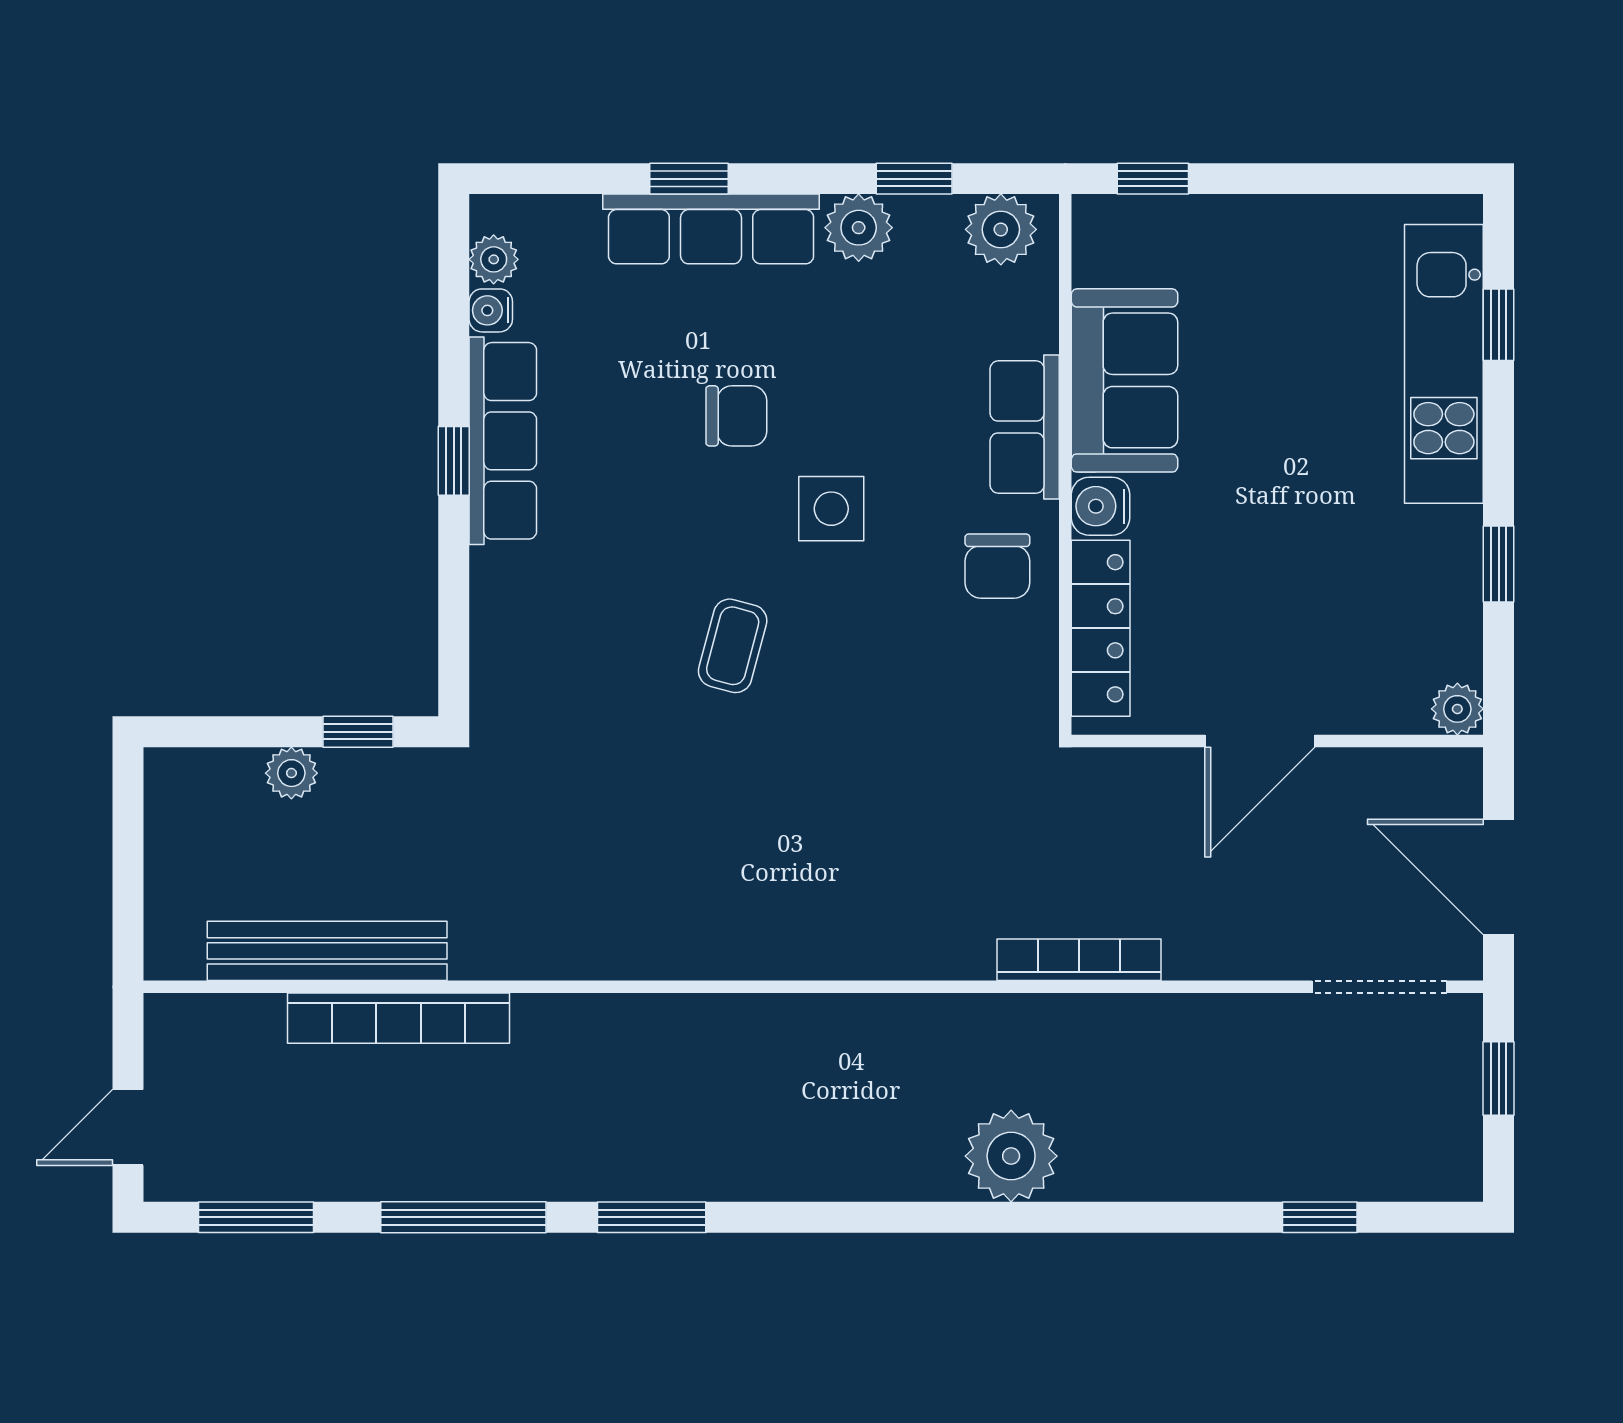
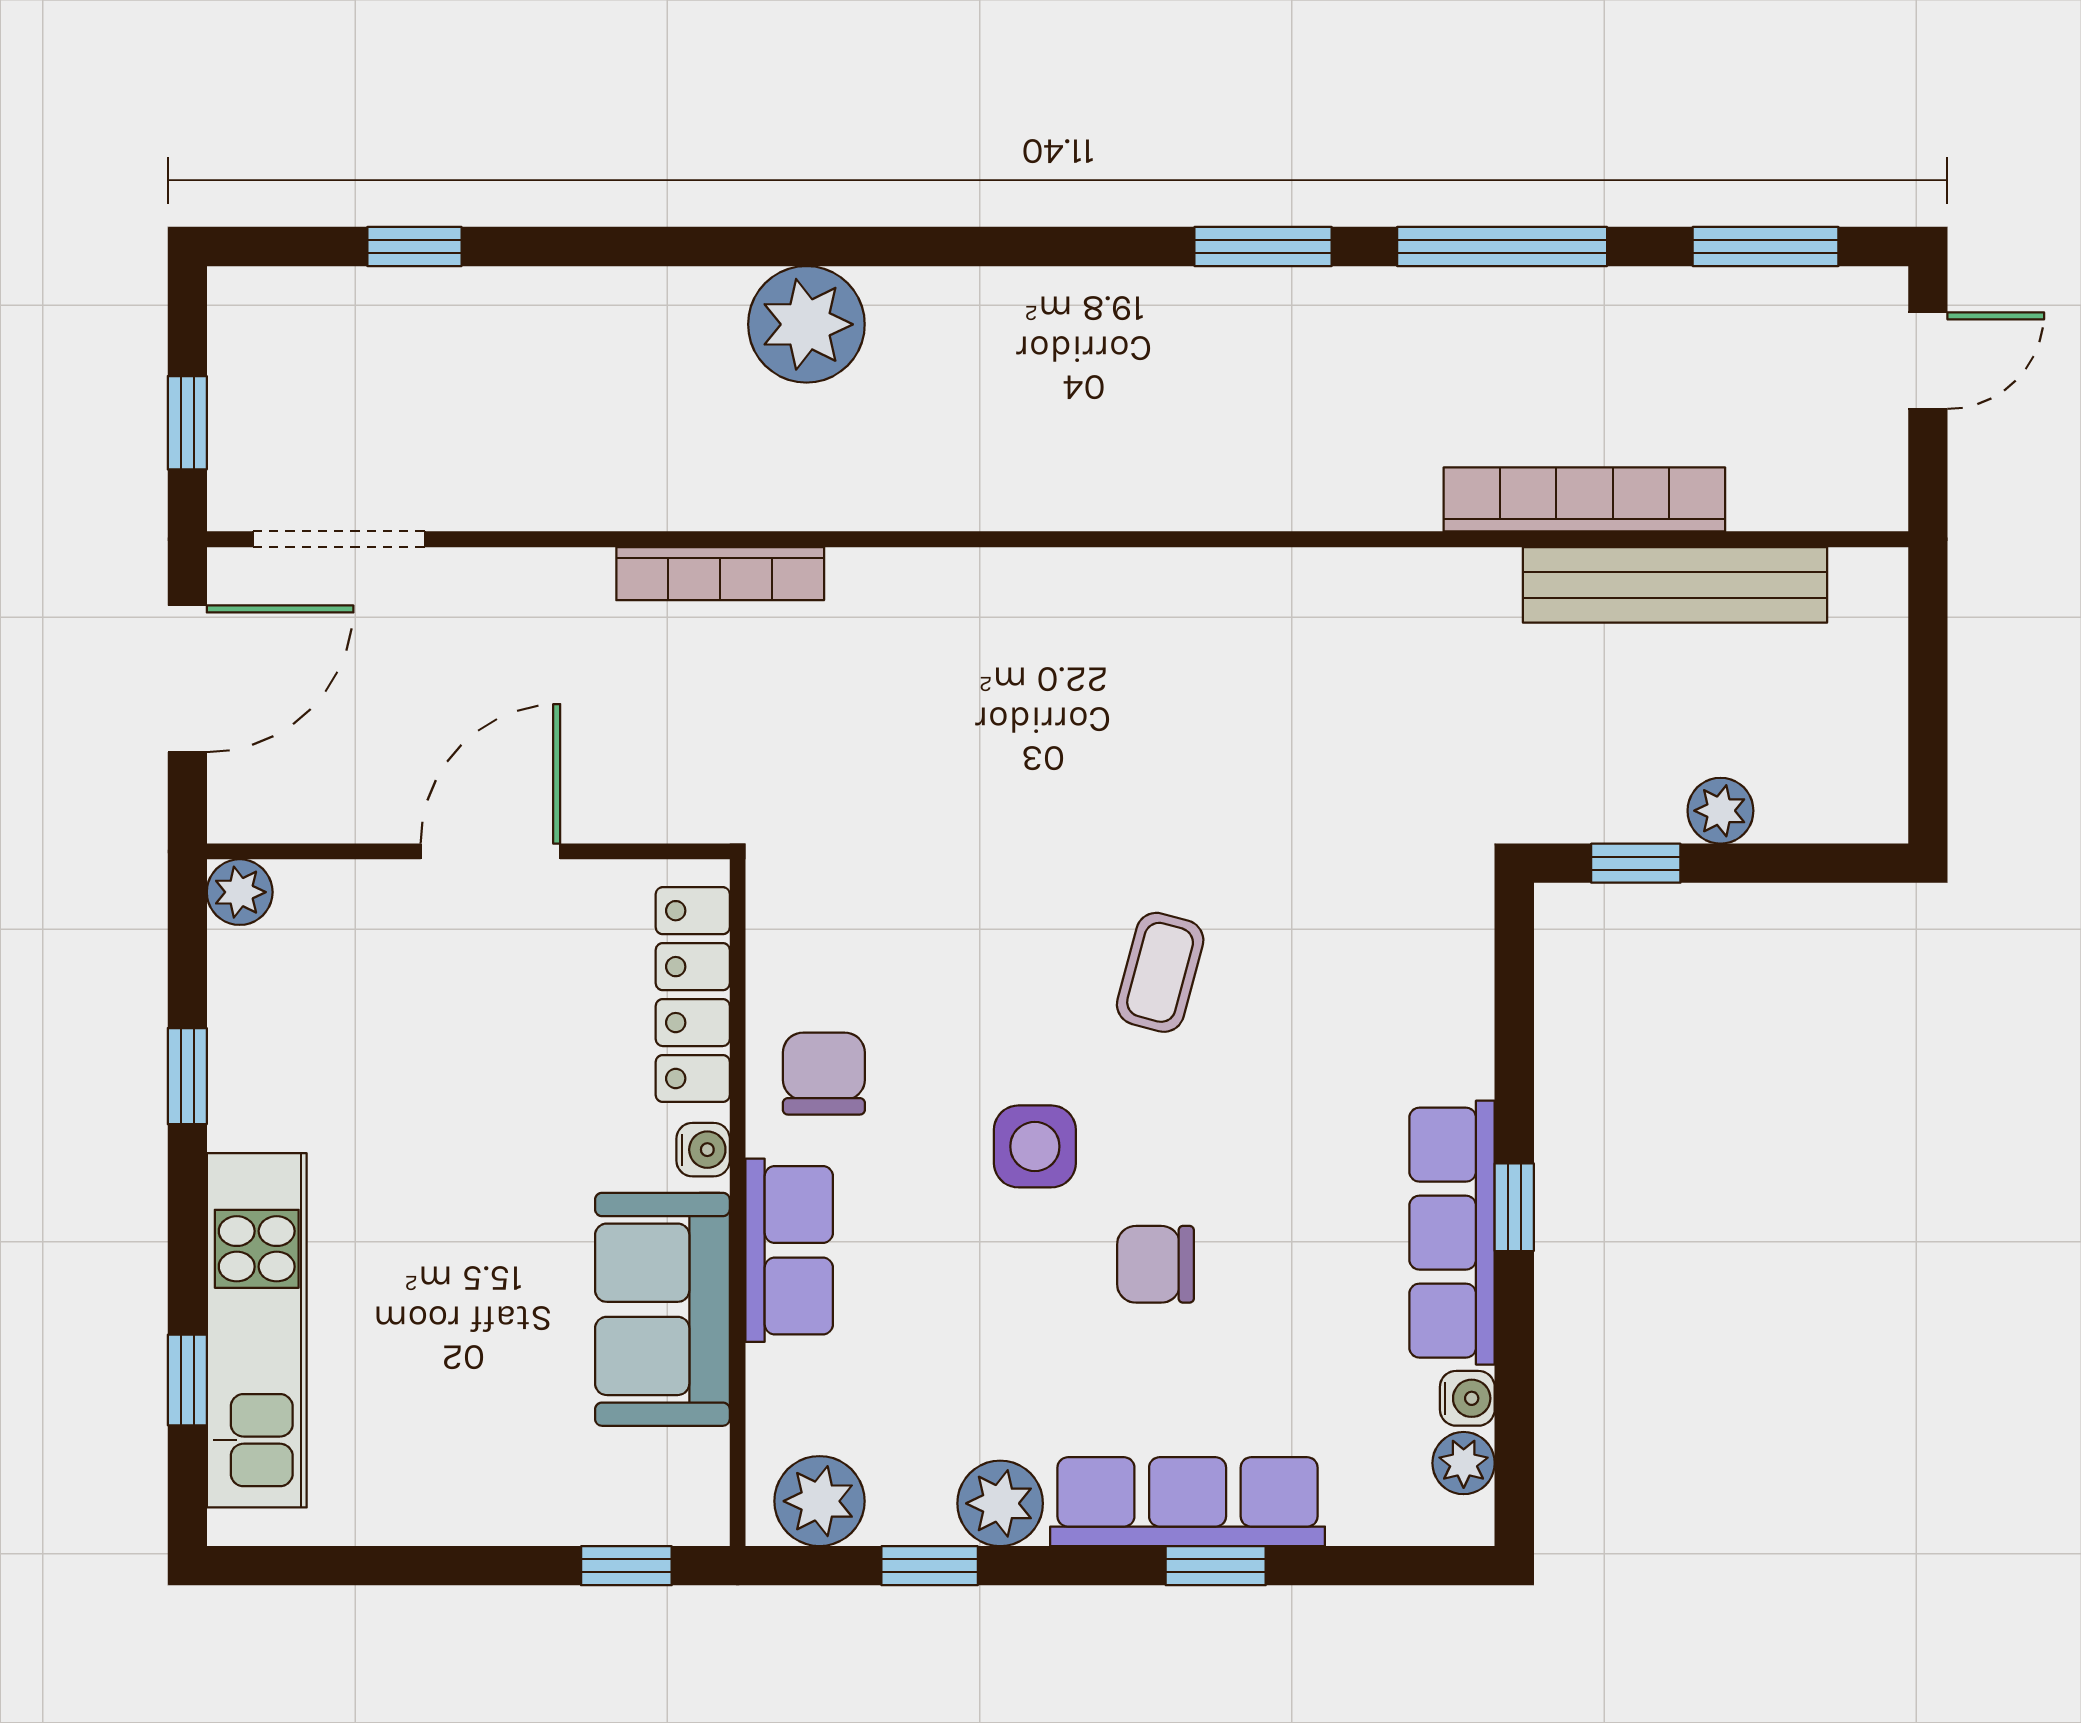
water cooler: (1101, 506) -> (703, 1150), width x0.72, depth x0.72
door: (1499, 877) -> (187, 679), hinge flipped

